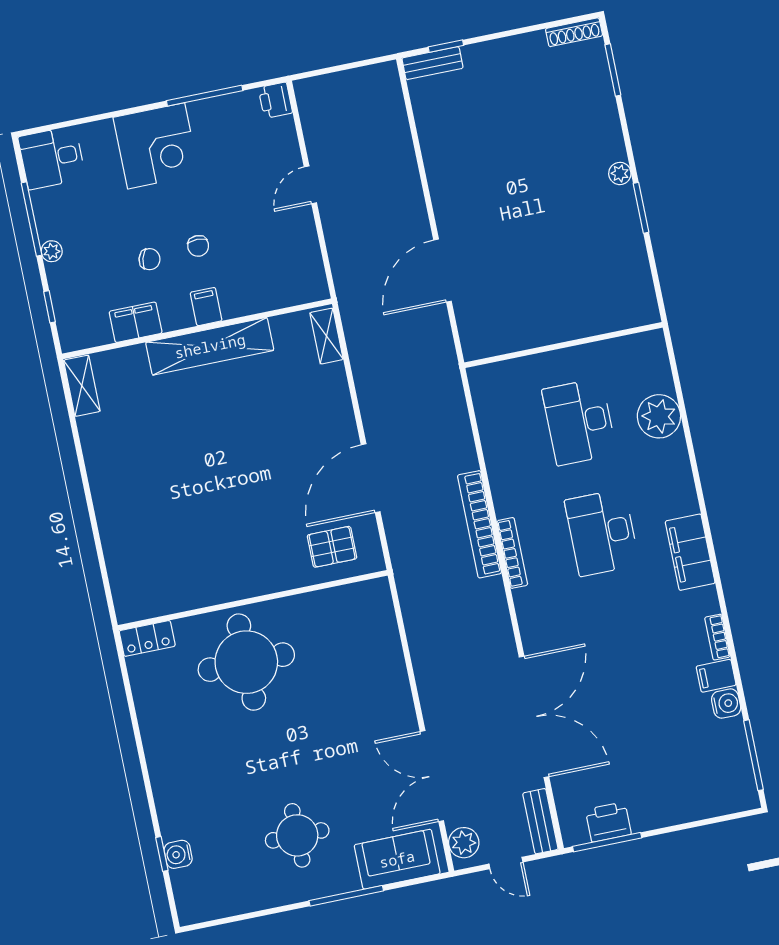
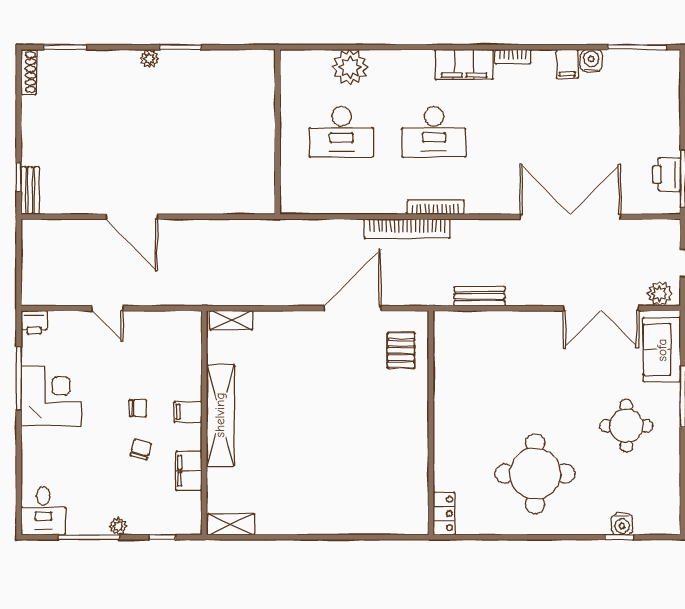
corner desk: (156, 146) -> (51, 396), moved
door: (442, 271) -> (132, 217), moved
door: (371, 478) -> (352, 308), swing flipped
bookcase: (717, 637) -> (513, 57), moved
round table: (246, 662) -> (535, 474), moved
bench: (540, 821) -> (480, 296), moved

